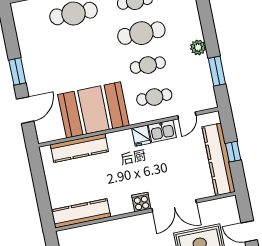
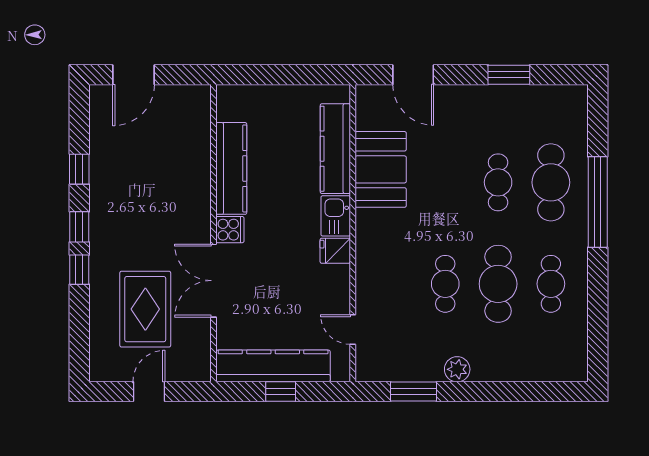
window: (17, 71) -> (509, 75), moved
cafe table: (154, 97) -> (498, 182), moved
booth: (93, 110) -> (381, 169), width x0.73, depth x0.70
kitchen sink: (162, 131) -> (336, 216), moved
kitchen counter: (81, 213) -> (231, 168), moved

